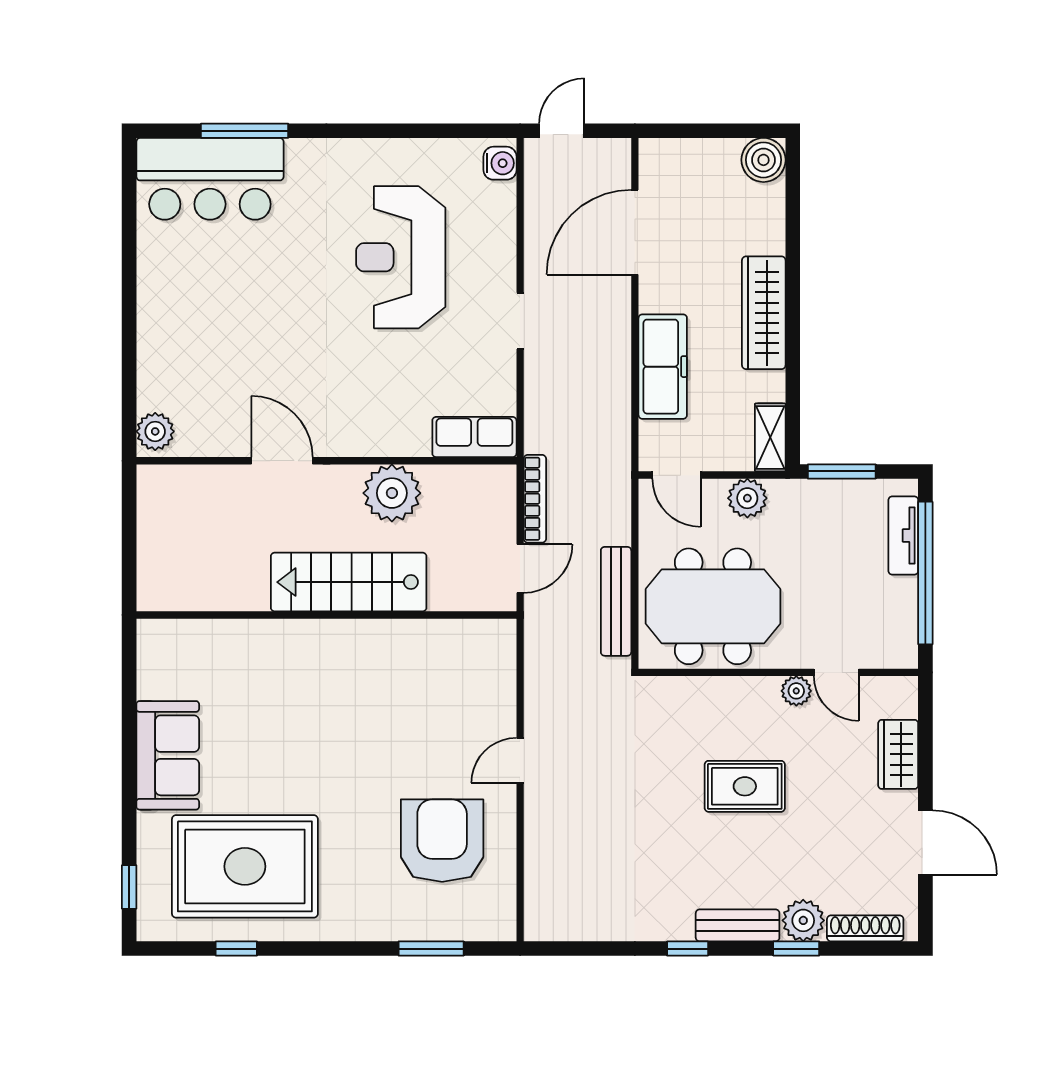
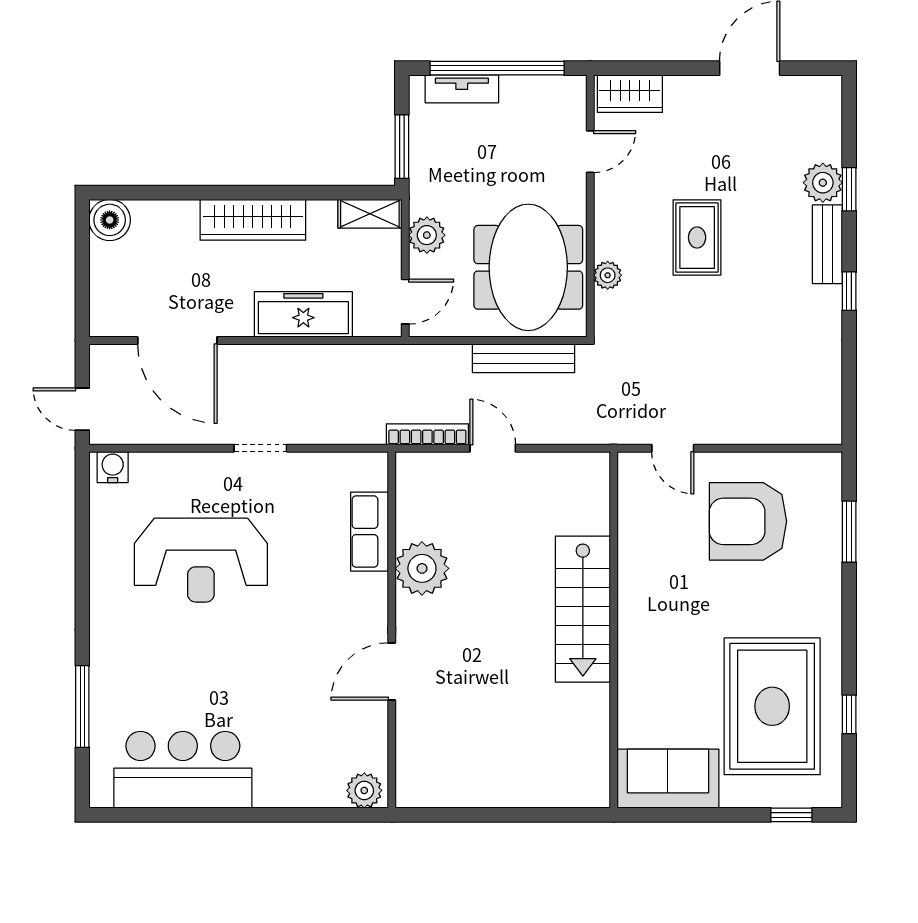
bar counter: (210, 179) -> (183, 770), moved, turned -90
row of seats: (474, 437) -> (369, 532), moved
stairs: (349, 582) -> (583, 609), moved
wall: (326, 615) -> (614, 630), moved
plant: (796, 691) -> (608, 275), moved
wardrobe: (898, 754) -> (630, 94), moved
shoe rack: (865, 928) -> (830, 125), removed

